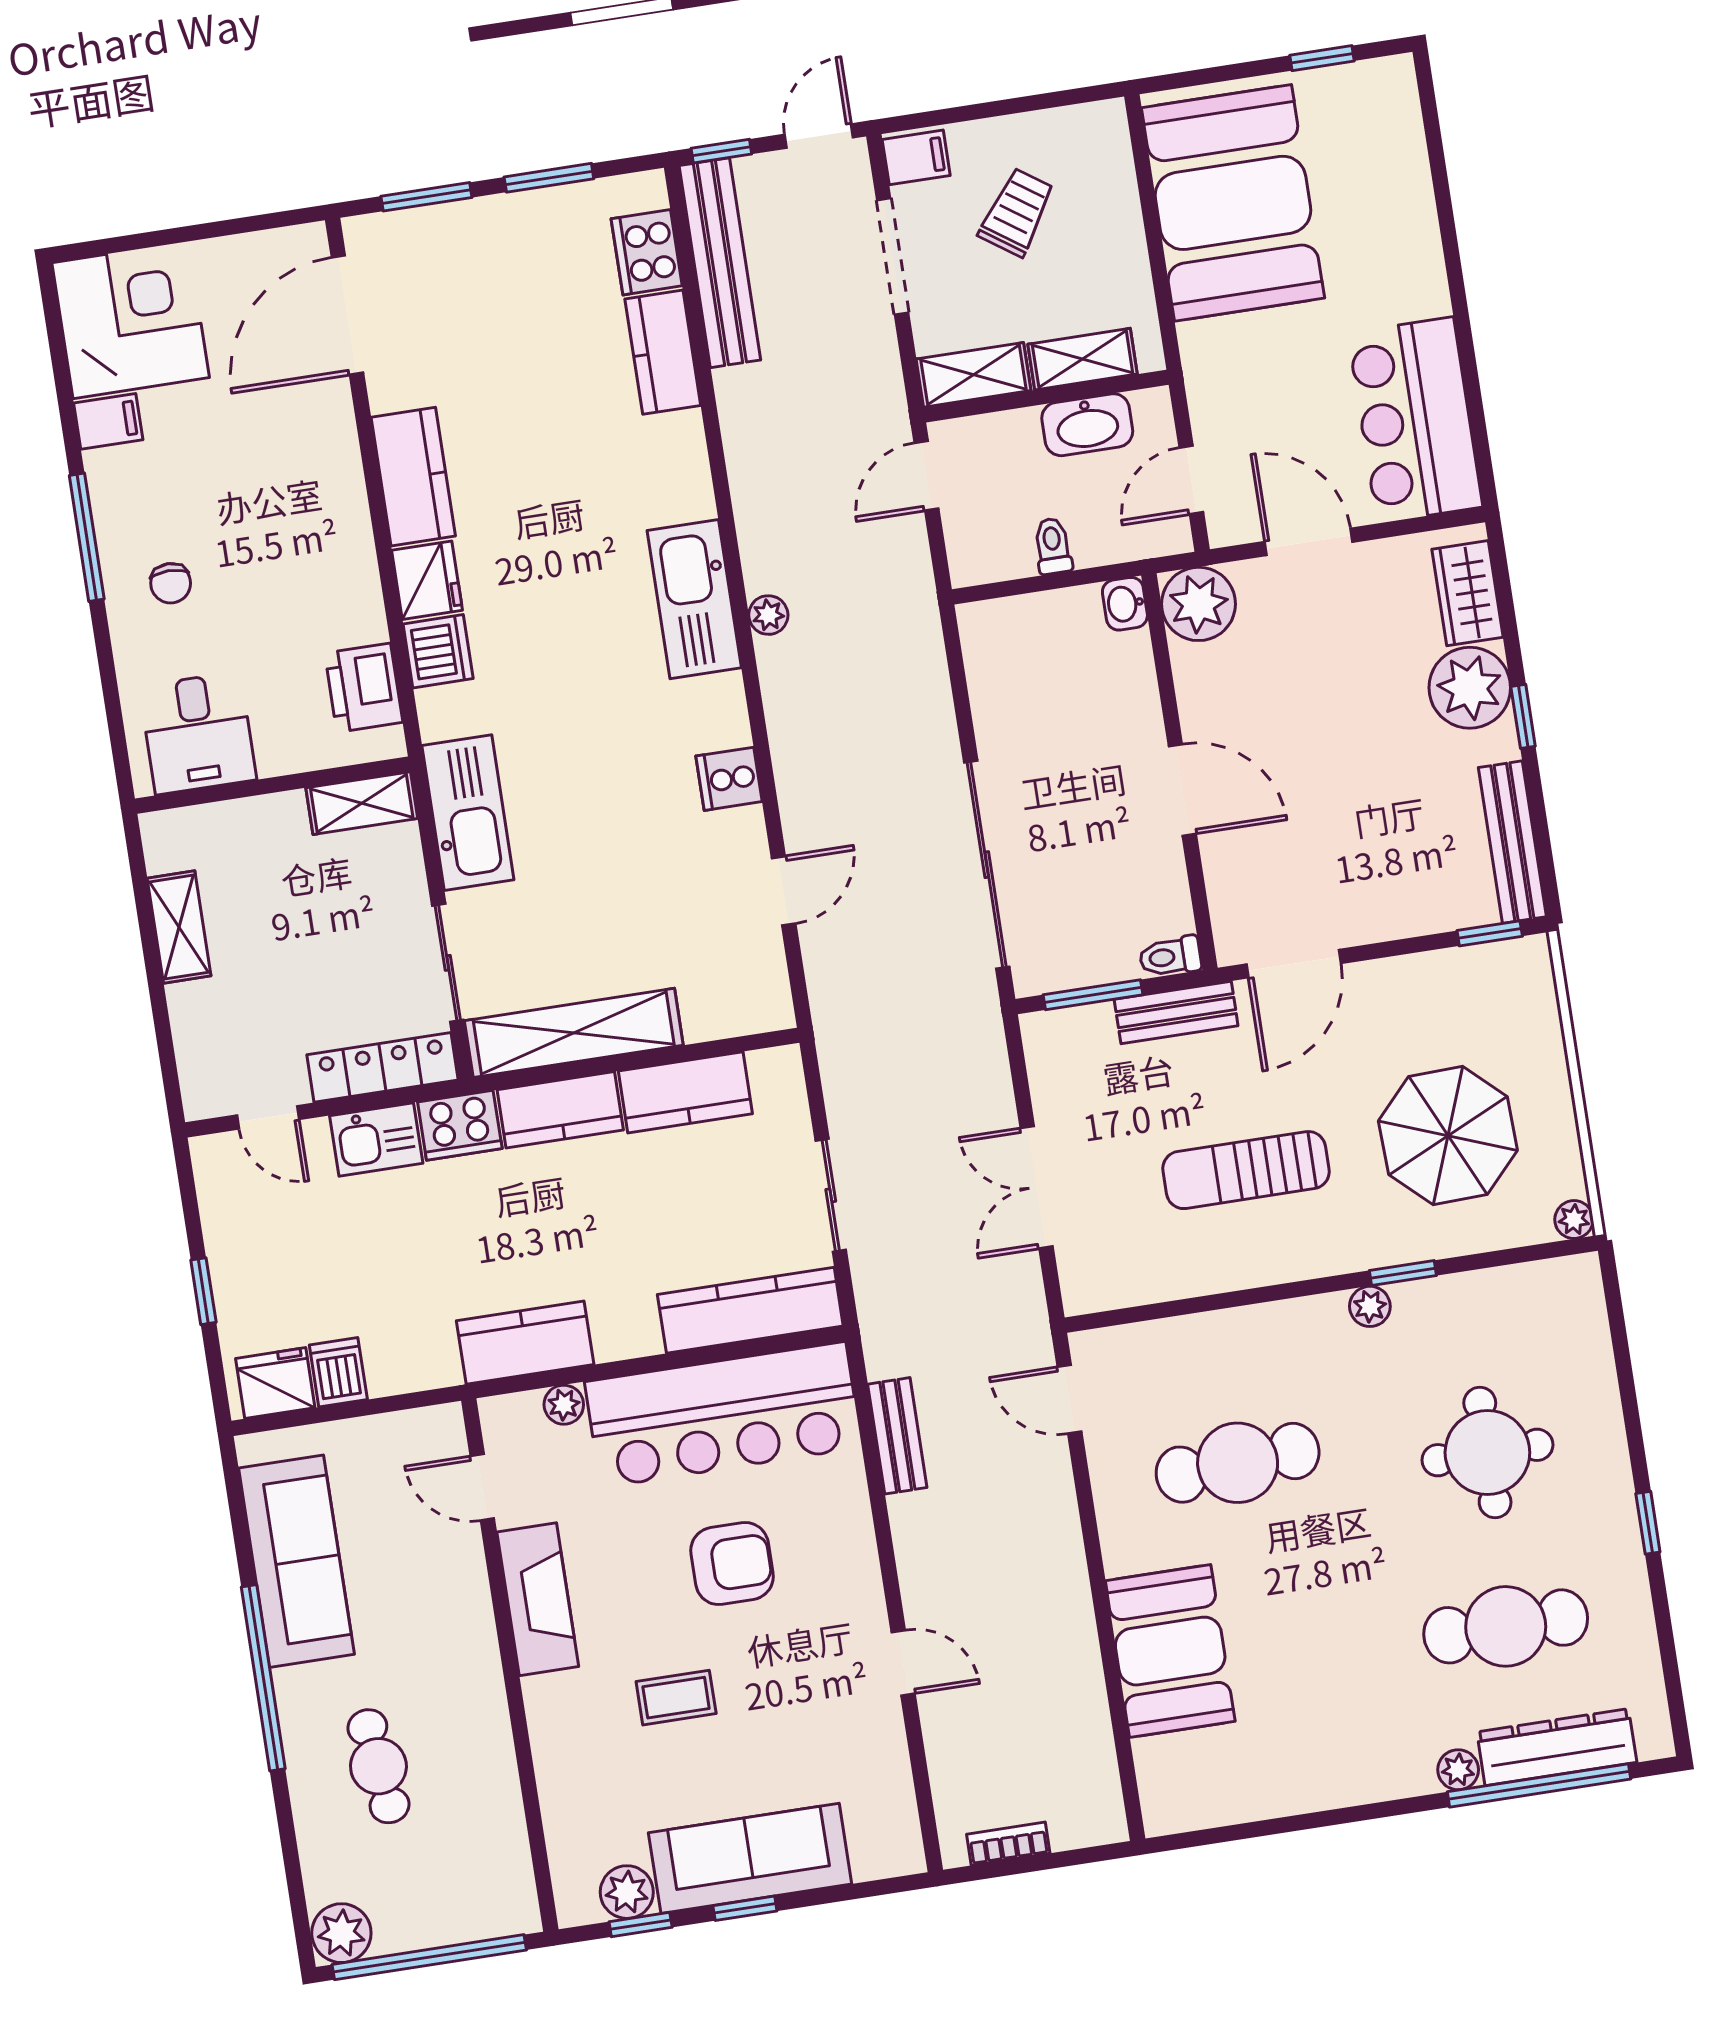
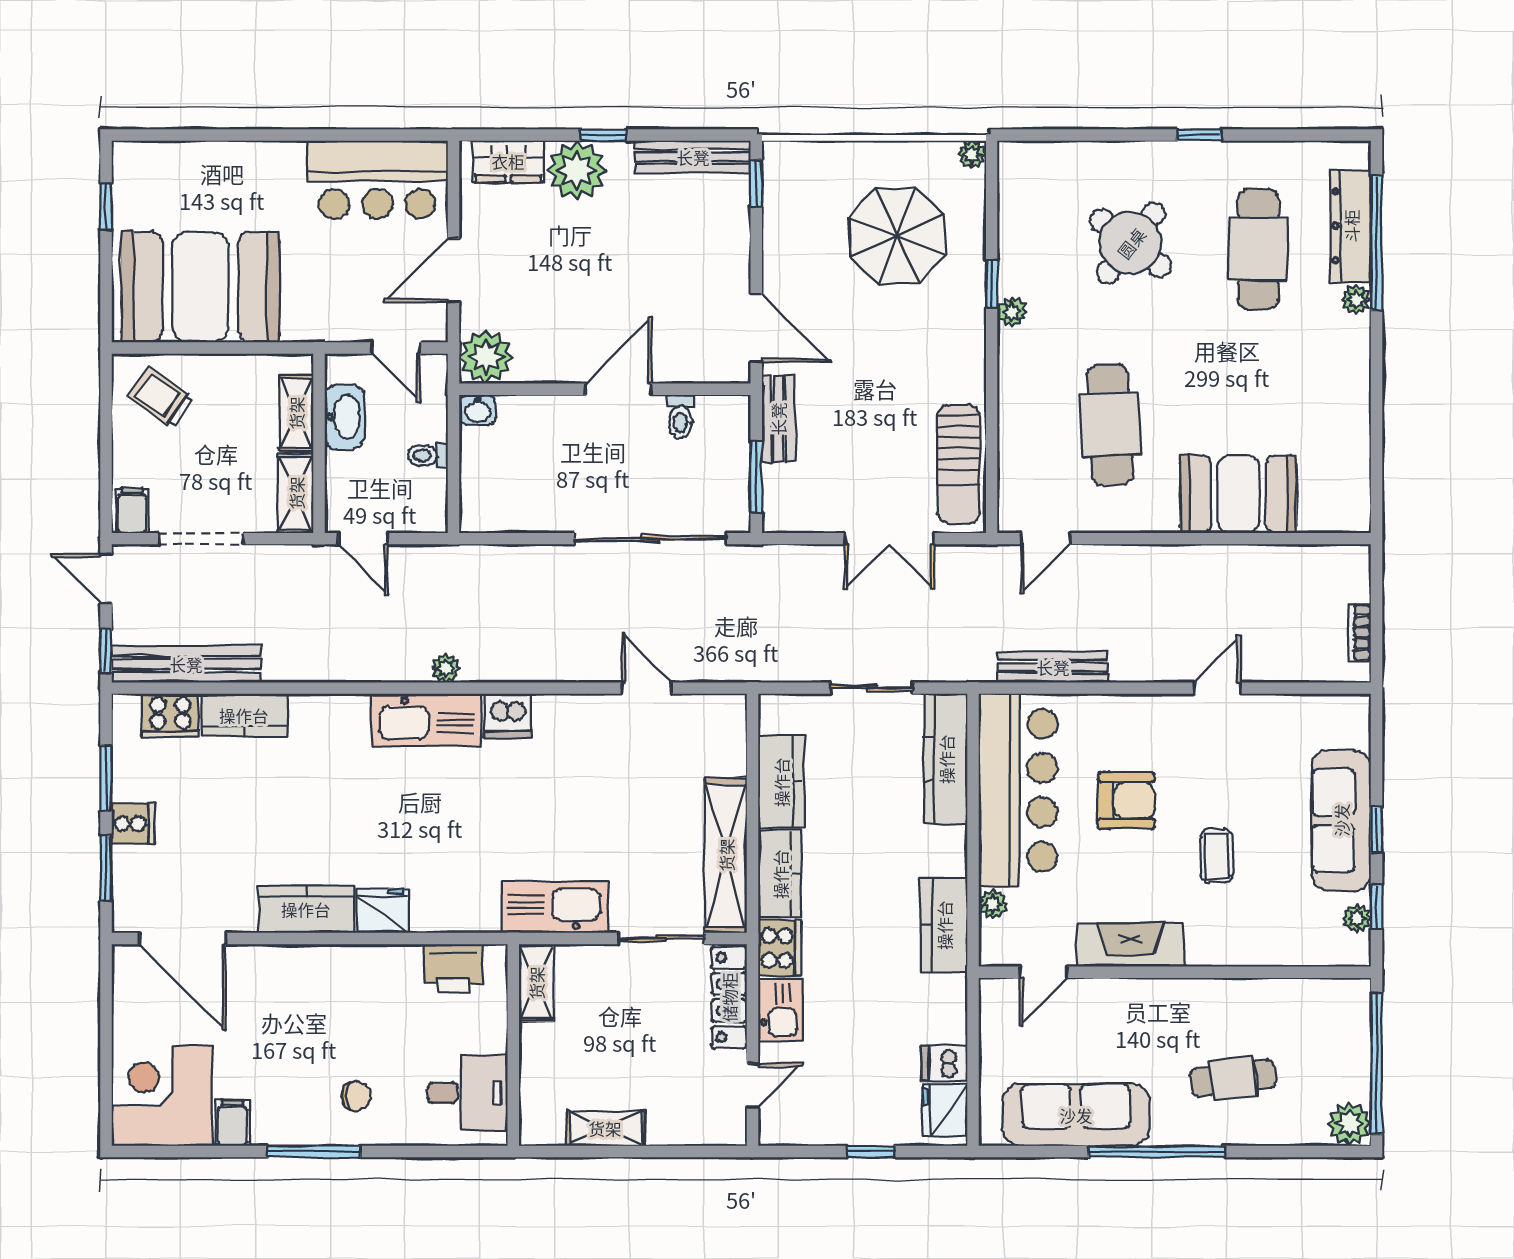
trolley: (1017, 212) -> (161, 397), moved
dishwasher: (438, 651) -> (508, 716), moved, turned 180
cooker: (729, 779) -> (133, 824), moved, turned -90
toilet: (1170, 957) -> (680, 416), moved
sun lounger: (1246, 1170) -> (959, 464), moved
bench: (897, 1436) -> (1053, 667), width x1.36
round table: (1487, 1453) -> (1131, 243), turned 38
armchair: (732, 1564) -> (1126, 800), turned 90
plant: (627, 1892) -> (1357, 918), width x0.73, depth x0.73

